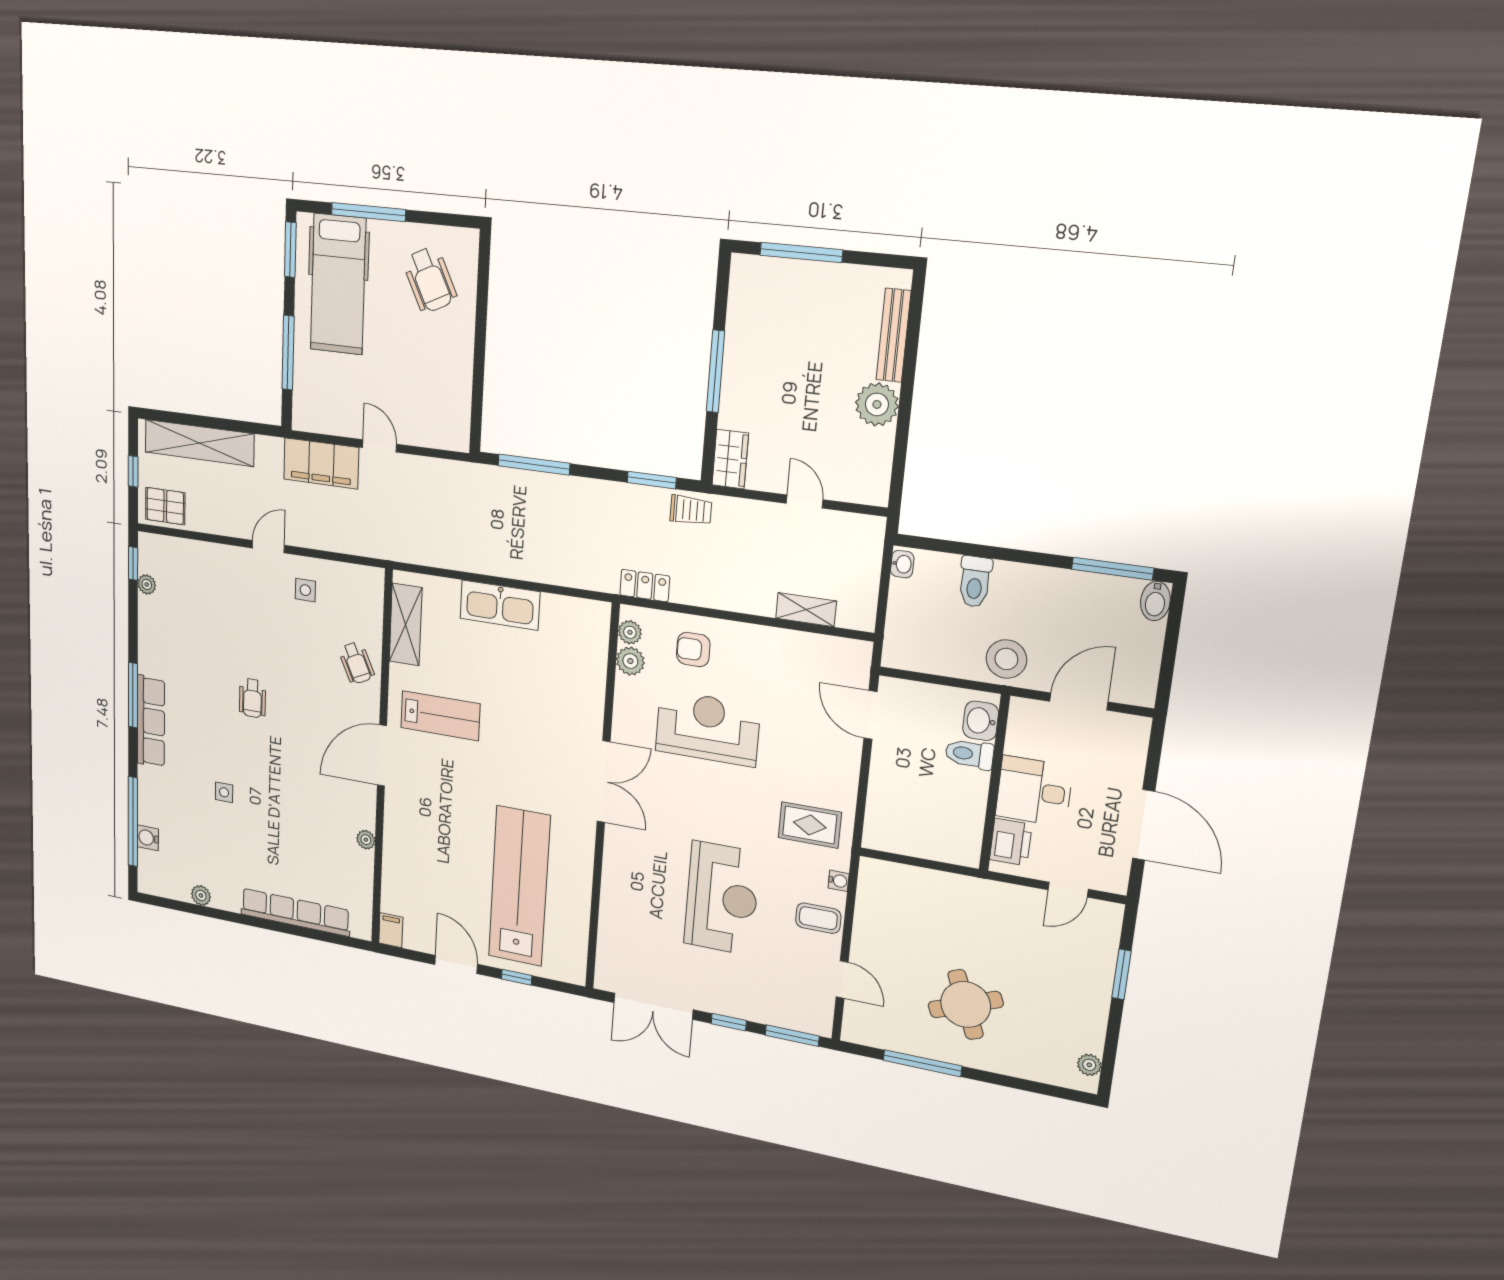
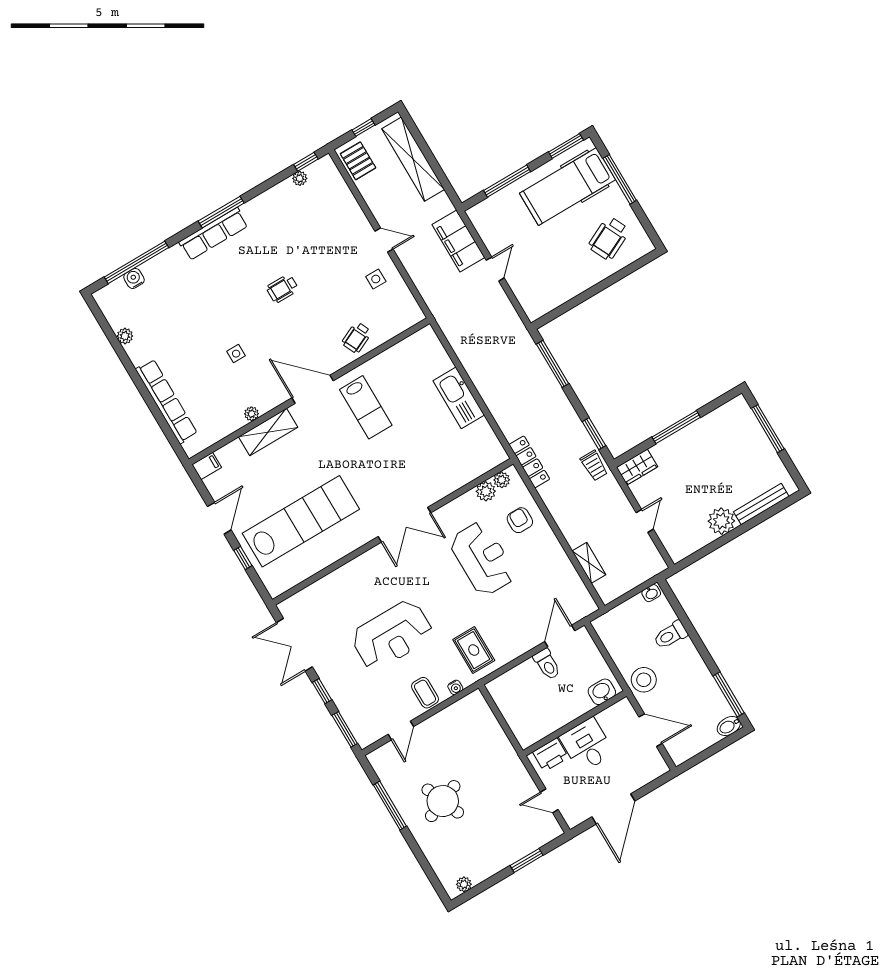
locker: (645, 586) -> (529, 462), width x1.53
shelving: (406, 625) -> (268, 432), moved
toilet: (969, 754) -> (547, 664), moved, turned 180
side table: (224, 792) -> (236, 354), moved

